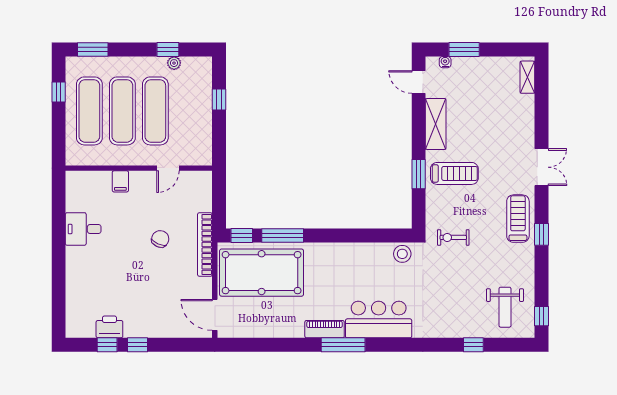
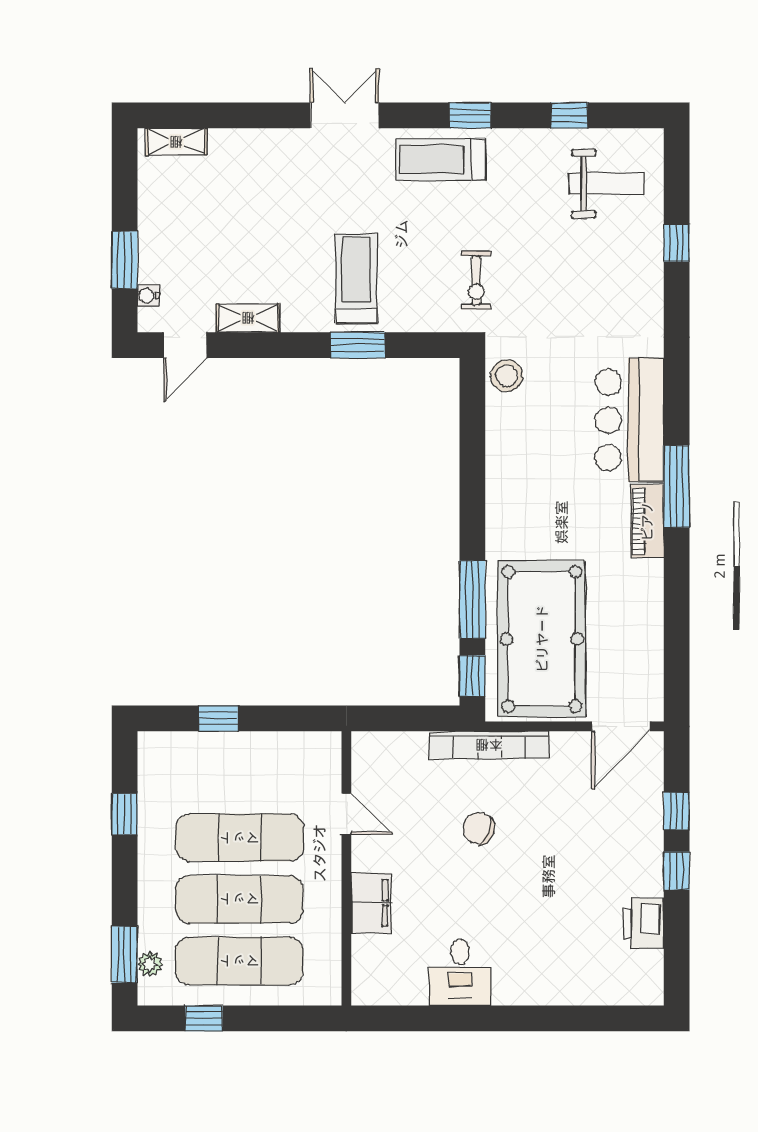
plant: (174, 63) -> (150, 964), moved
shelving: (436, 124) -> (248, 318), width x0.67, depth x0.75
filing cabinet: (120, 181) -> (371, 903), width x2.00
window: (541, 316) -> (569, 115), moved
window: (107, 345) -> (677, 811), moved

